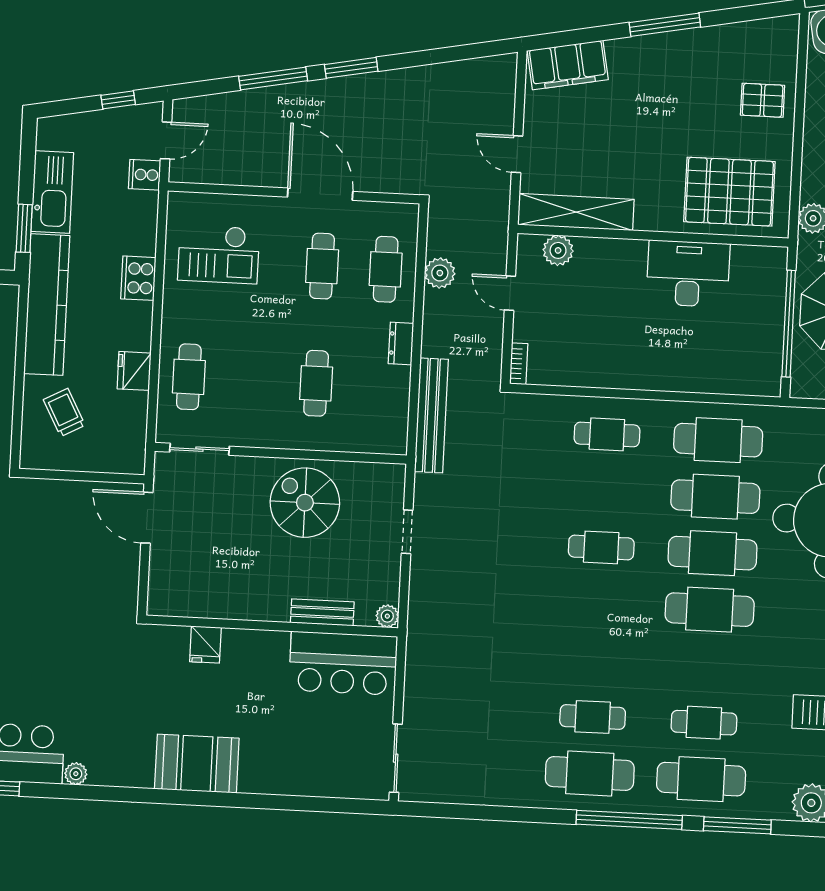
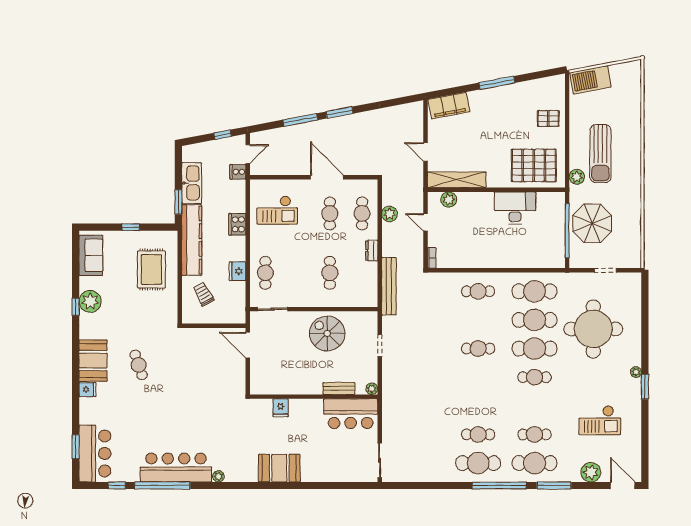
cafe table: (710, 610) -> (534, 377), width x0.73, depth x0.74

